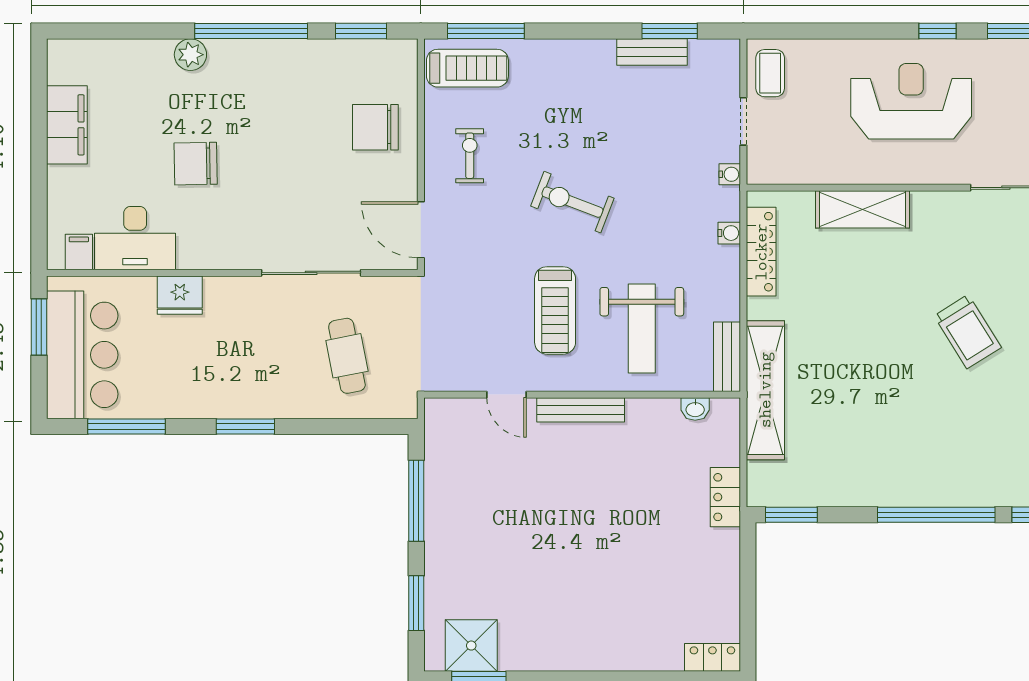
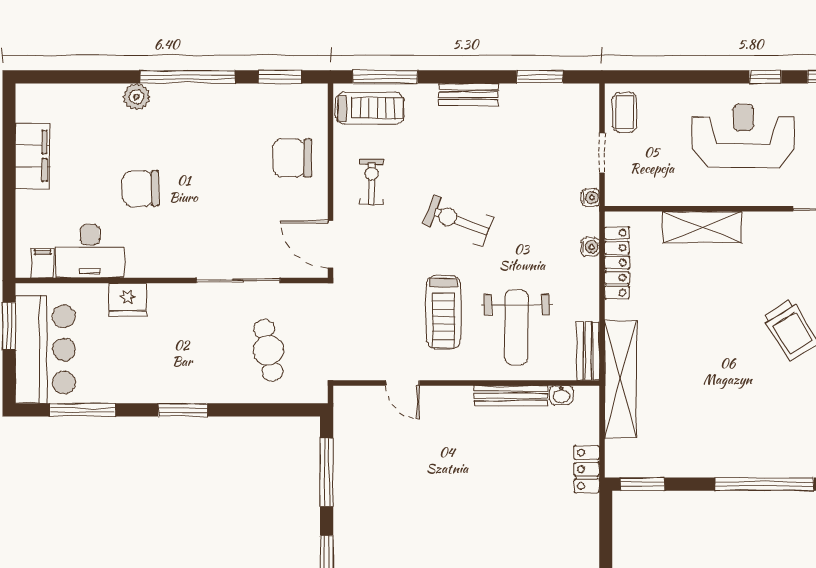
bench: (652, 52) -> (468, 95), moved
bench: (581, 410) -> (511, 396), moved

